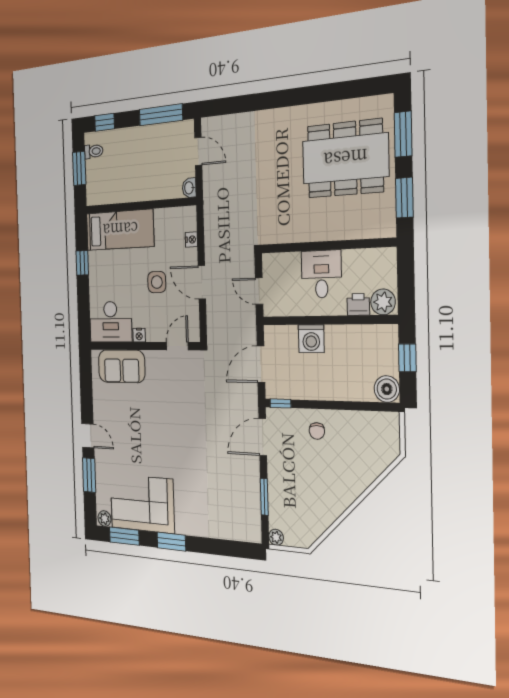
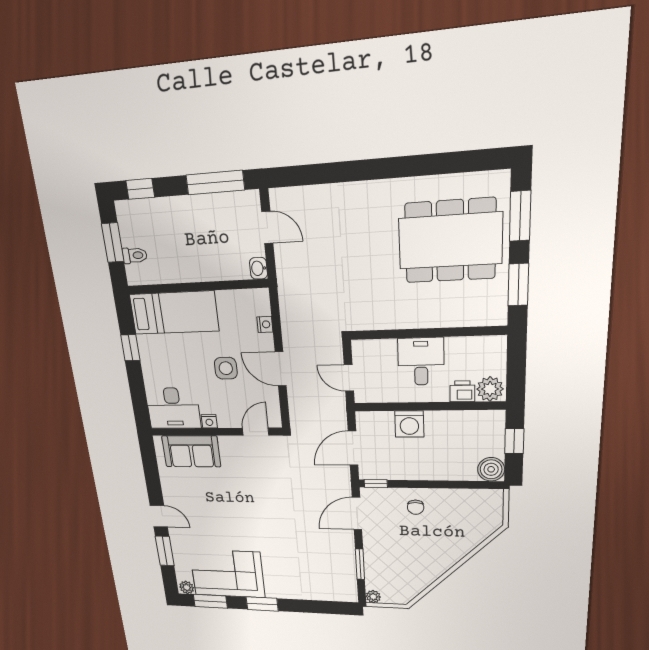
toilet: (94, 151) -> (135, 255), moved

